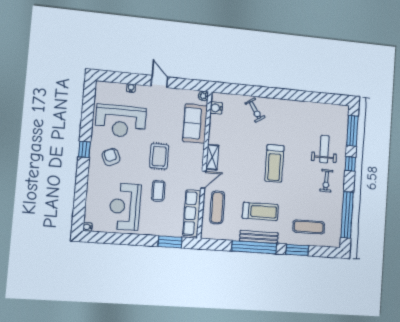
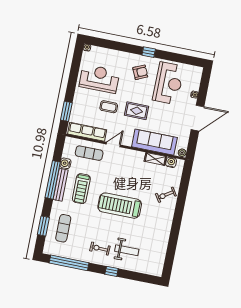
door: (159, 82) -> (197, 118), width x1.88
reception desk: (121, 121) -> (168, 83), turned 180
sofa: (195, 123) -> (154, 142), width x1.36
window: (352, 131) -> (140, 277), removed
shelving: (212, 157) -> (155, 159), moved
treadmill: (274, 163) -> (120, 206), width x1.37, depth x1.38
door: (203, 180) -> (113, 144), swing flipped
water cooler: (233, 235) -> (65, 163), added
window: (297, 250) -> (43, 226), moved

